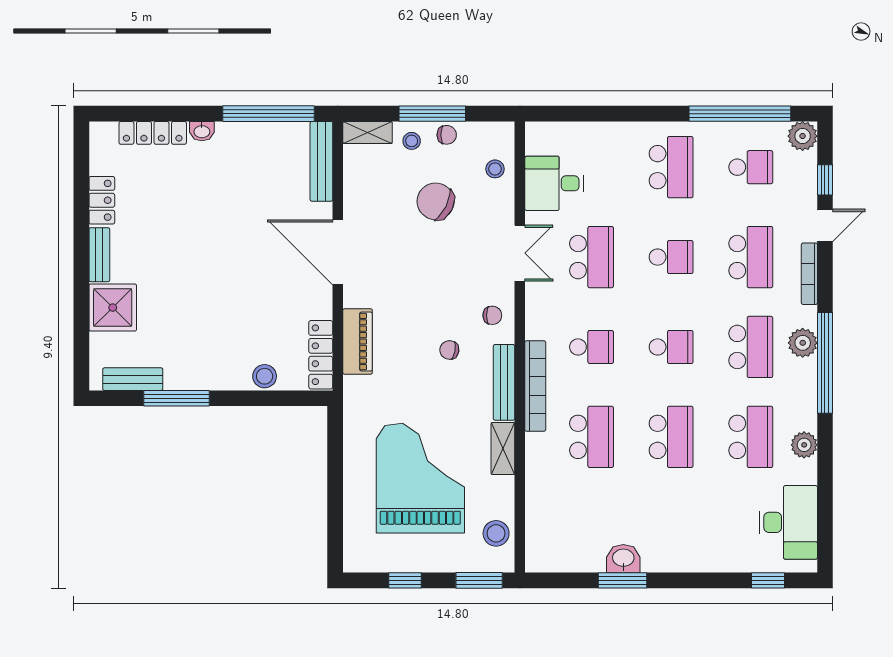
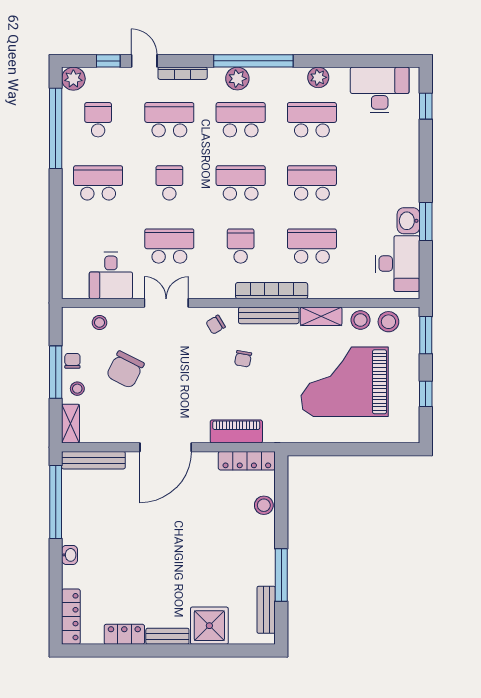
locker: (153, 133) -> (71, 617), moved
chair: (492, 315) -> (216, 325), turned -121
school desk: (671, 347) -> (241, 183), width x1.85
stool: (498, 498) -> (360, 320), added
desk: (569, 545) -> (398, 264), added

